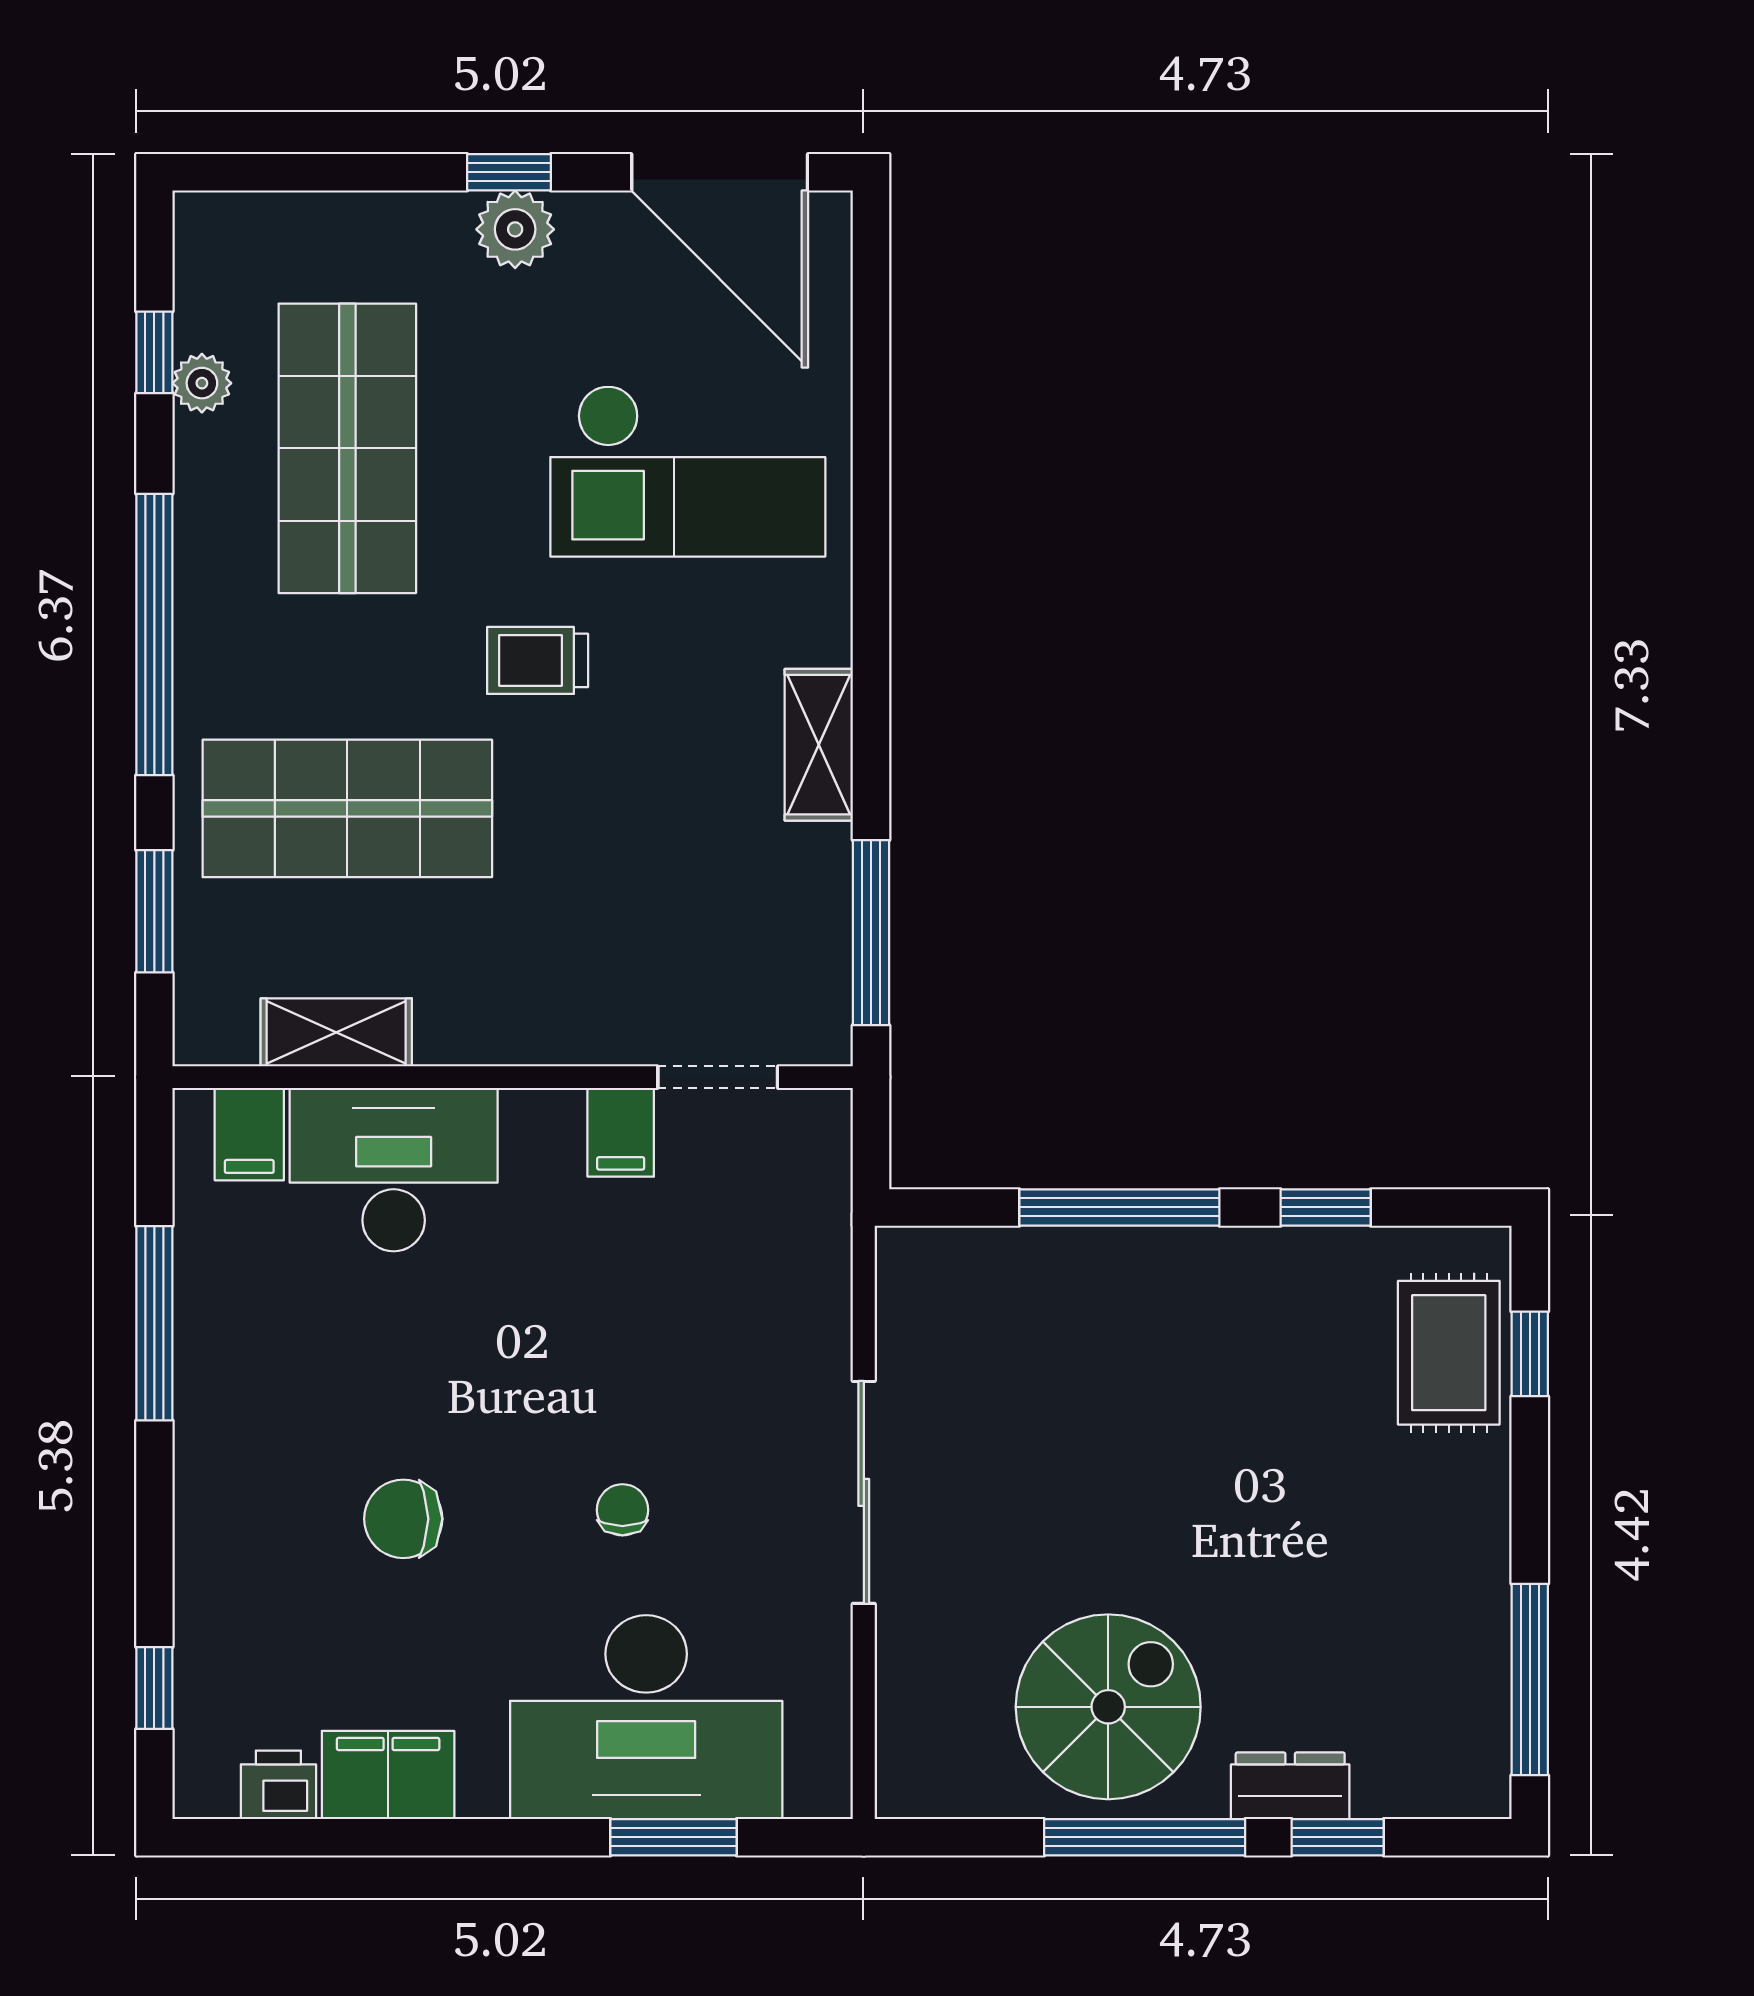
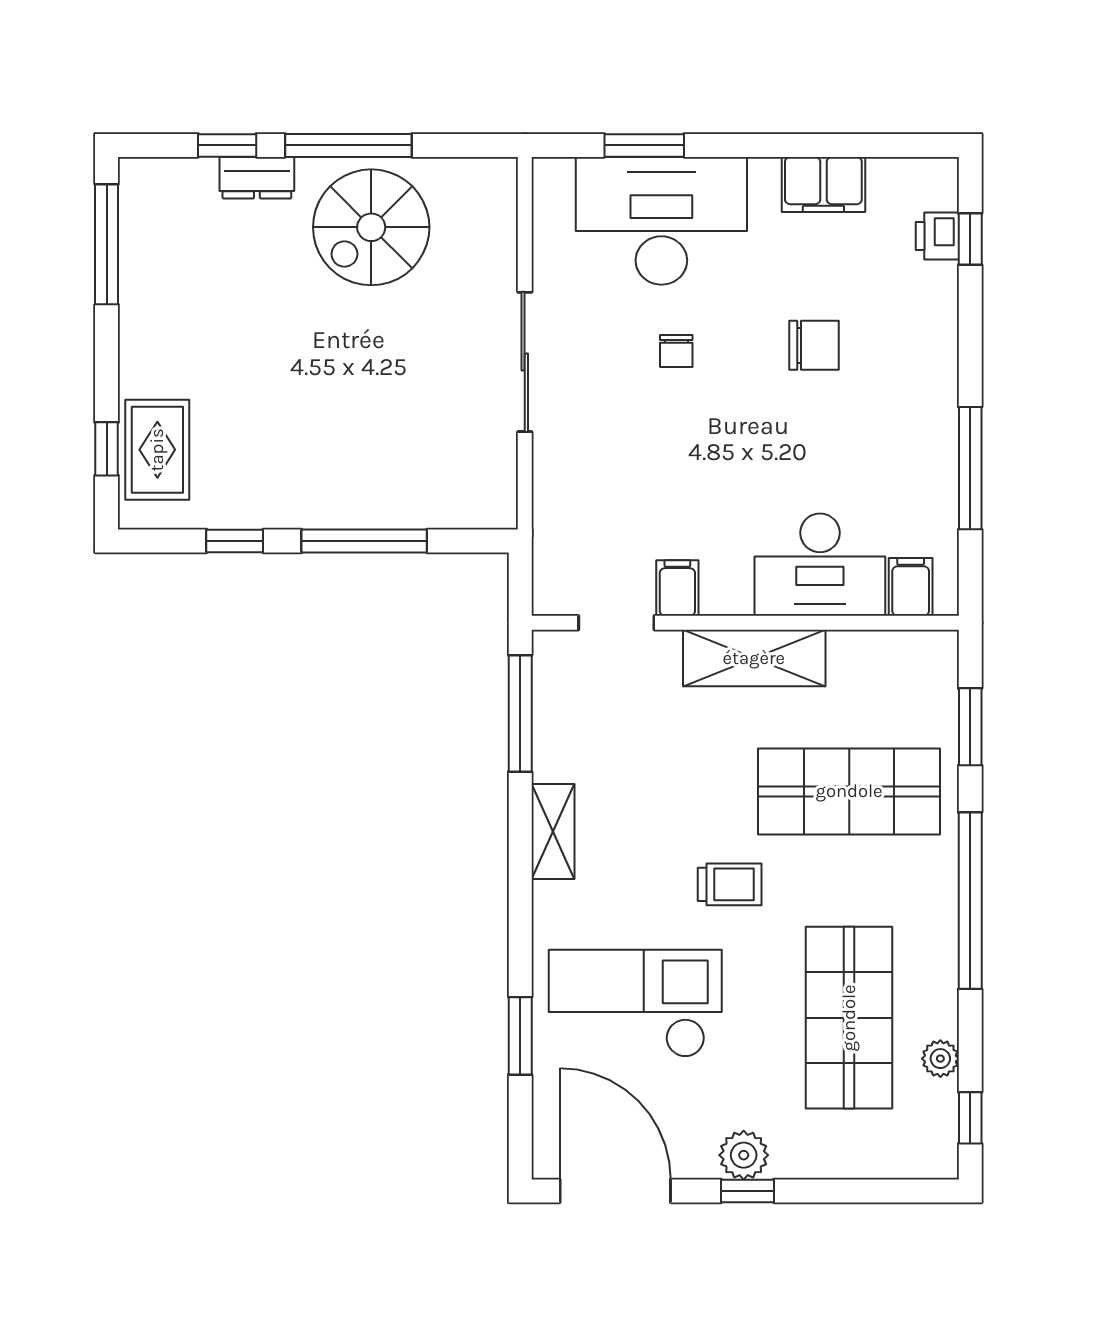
window: (154, 352) -> (970, 1118), moved
window: (871, 419) -> (520, 1036), added
shelving: (336, 1032) -> (754, 658), moved, width x1.50, depth x1.33
printer: (278, 1785) -> (937, 236), moved, turned 90

